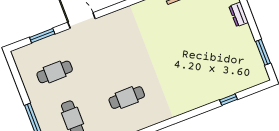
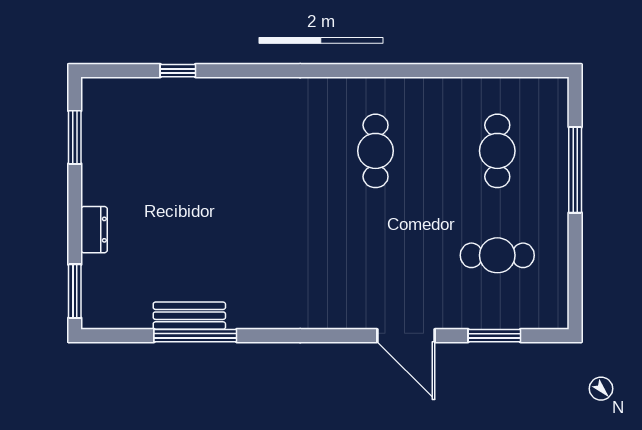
cafe table: (127, 98) -> (376, 151), turned 90

